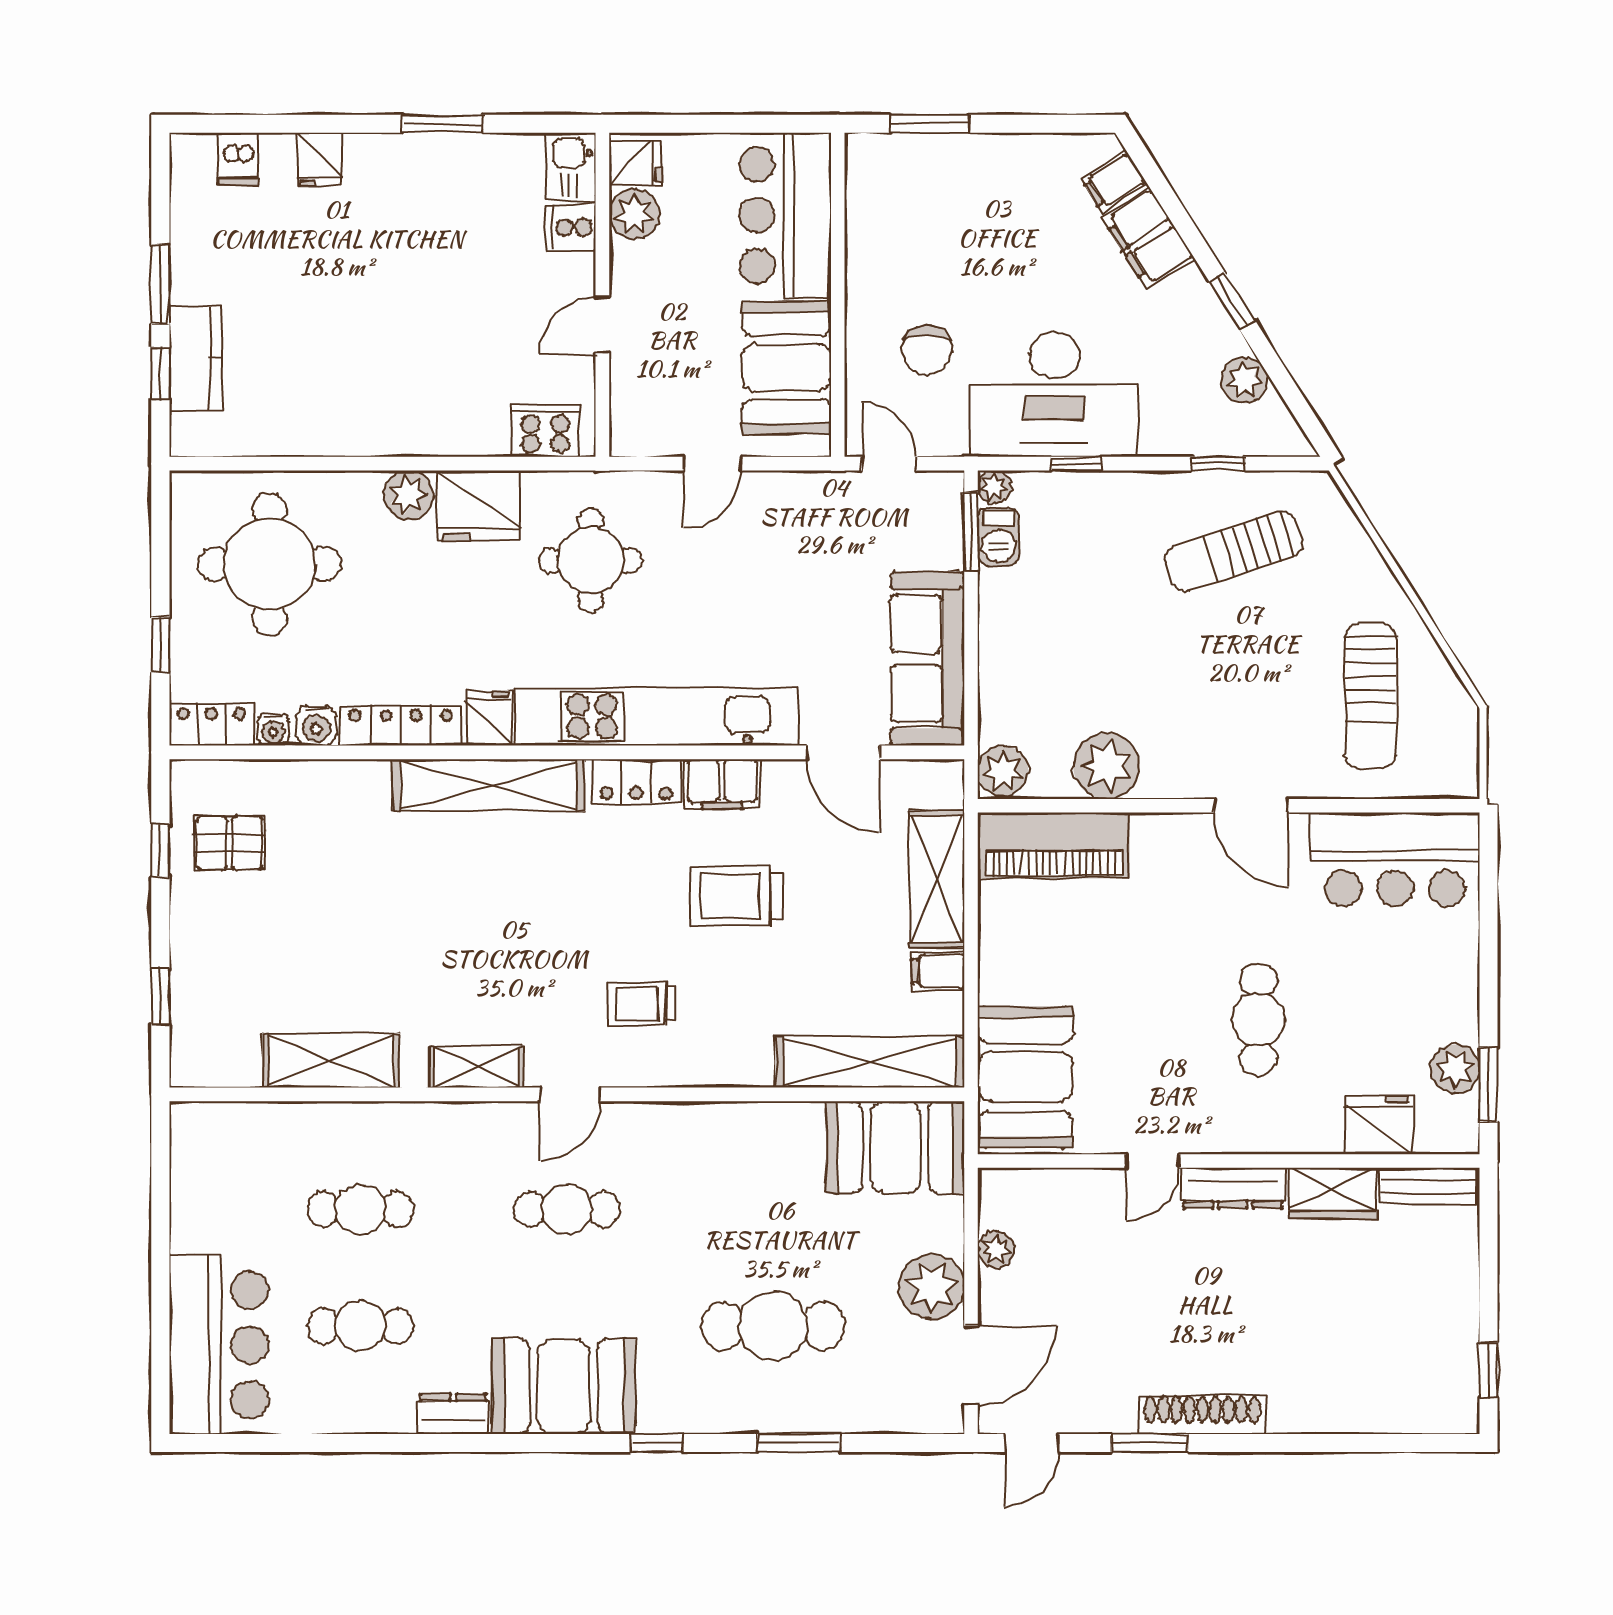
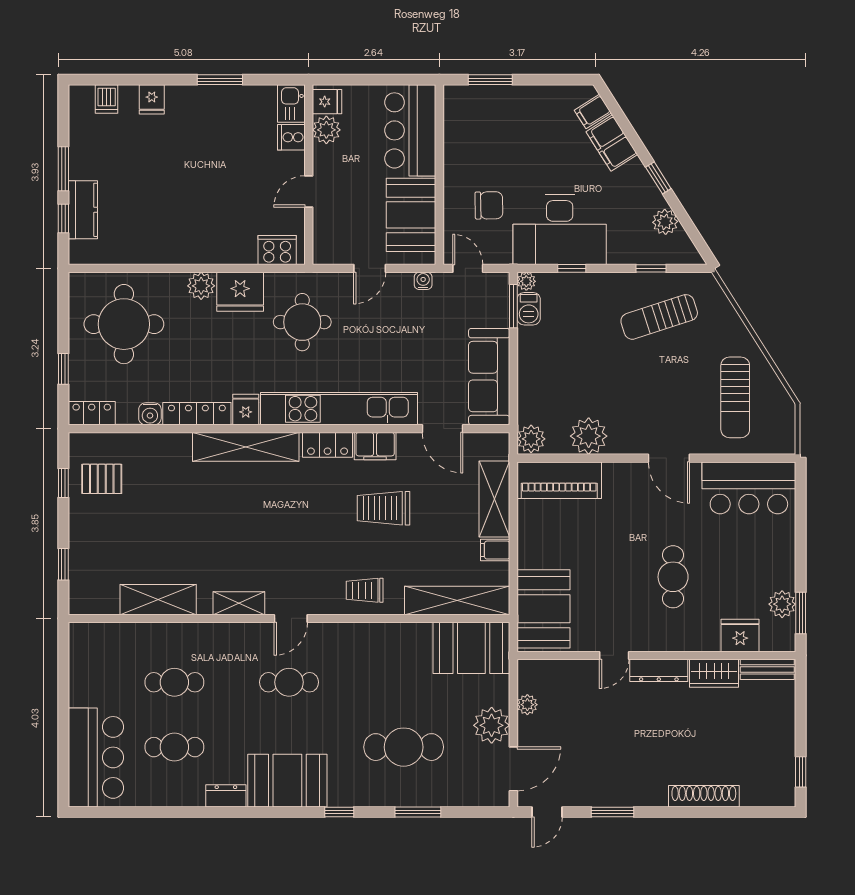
chair: (927, 350) -> (489, 205), turned -91
water cooler: (273, 730) -> (423, 281), moved, turned 180
trolley: (642, 1004) -> (365, 590), moved
shoe rack: (1202, 1415) -> (704, 796), moved

